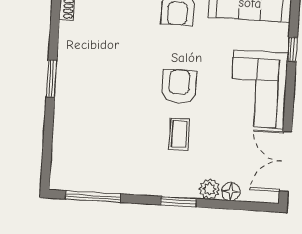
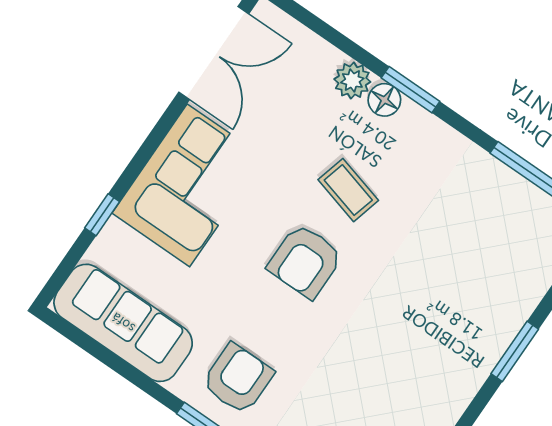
window: (51, 79) -> (515, 351), moved
coffee table: (179, 134) -> (348, 190), turned -75
floor lamp: (231, 192) -> (384, 100), moved

